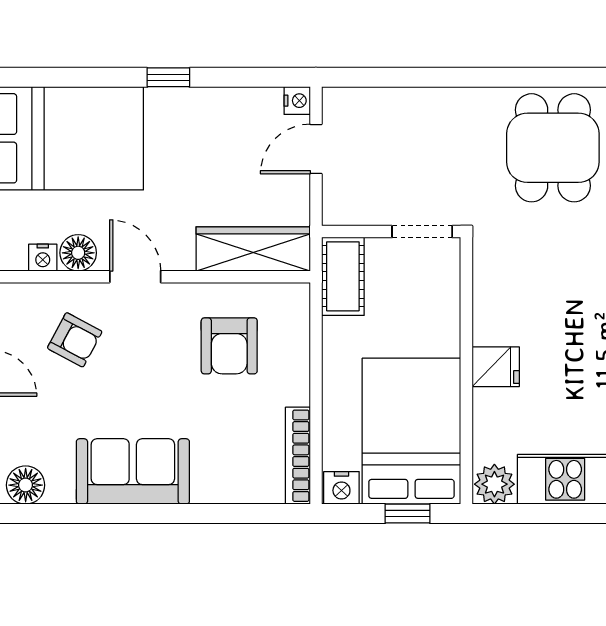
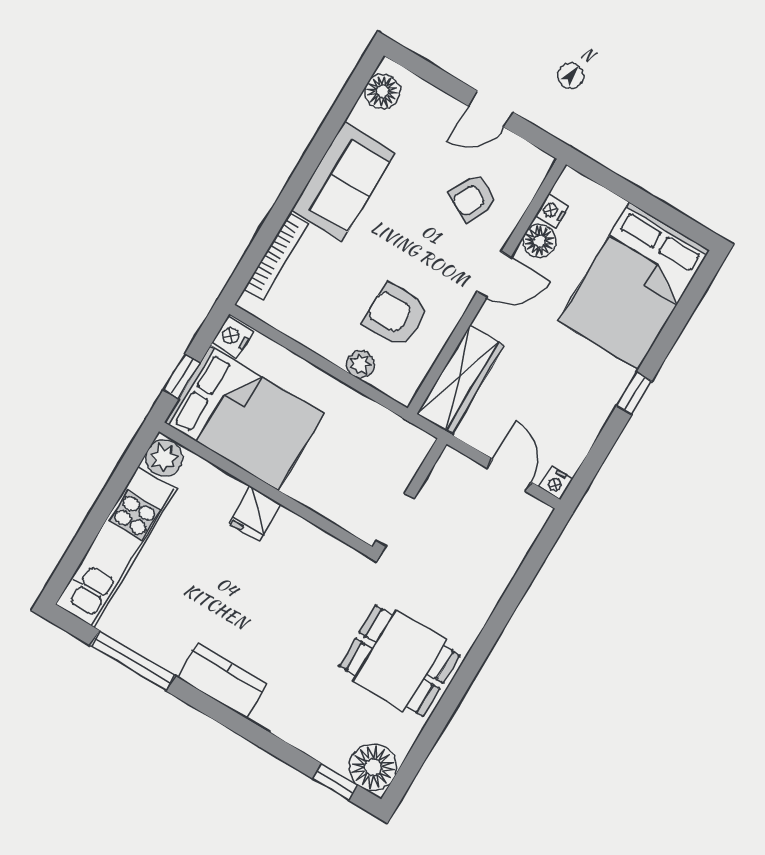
cot: (343, 276) -> (397, 437), removed
plant: (295, 352) -> (360, 364), added
bookcase: (298, 456) -> (277, 256), moved, turned 90

